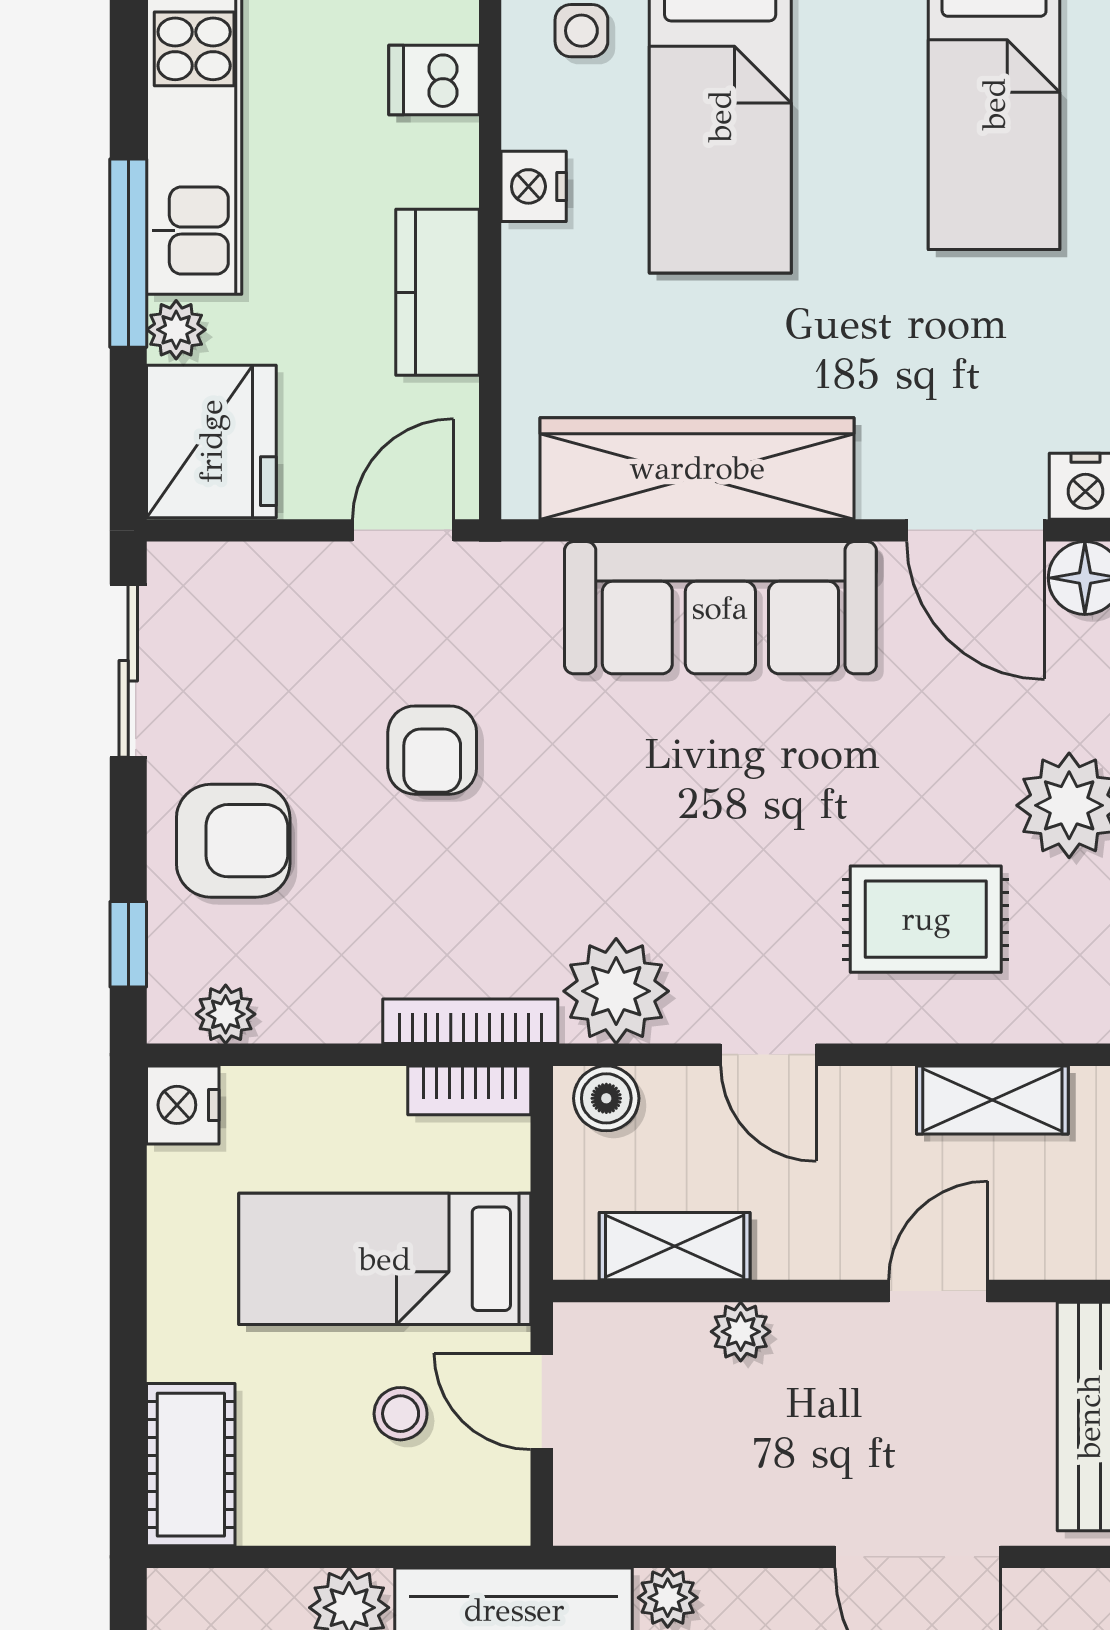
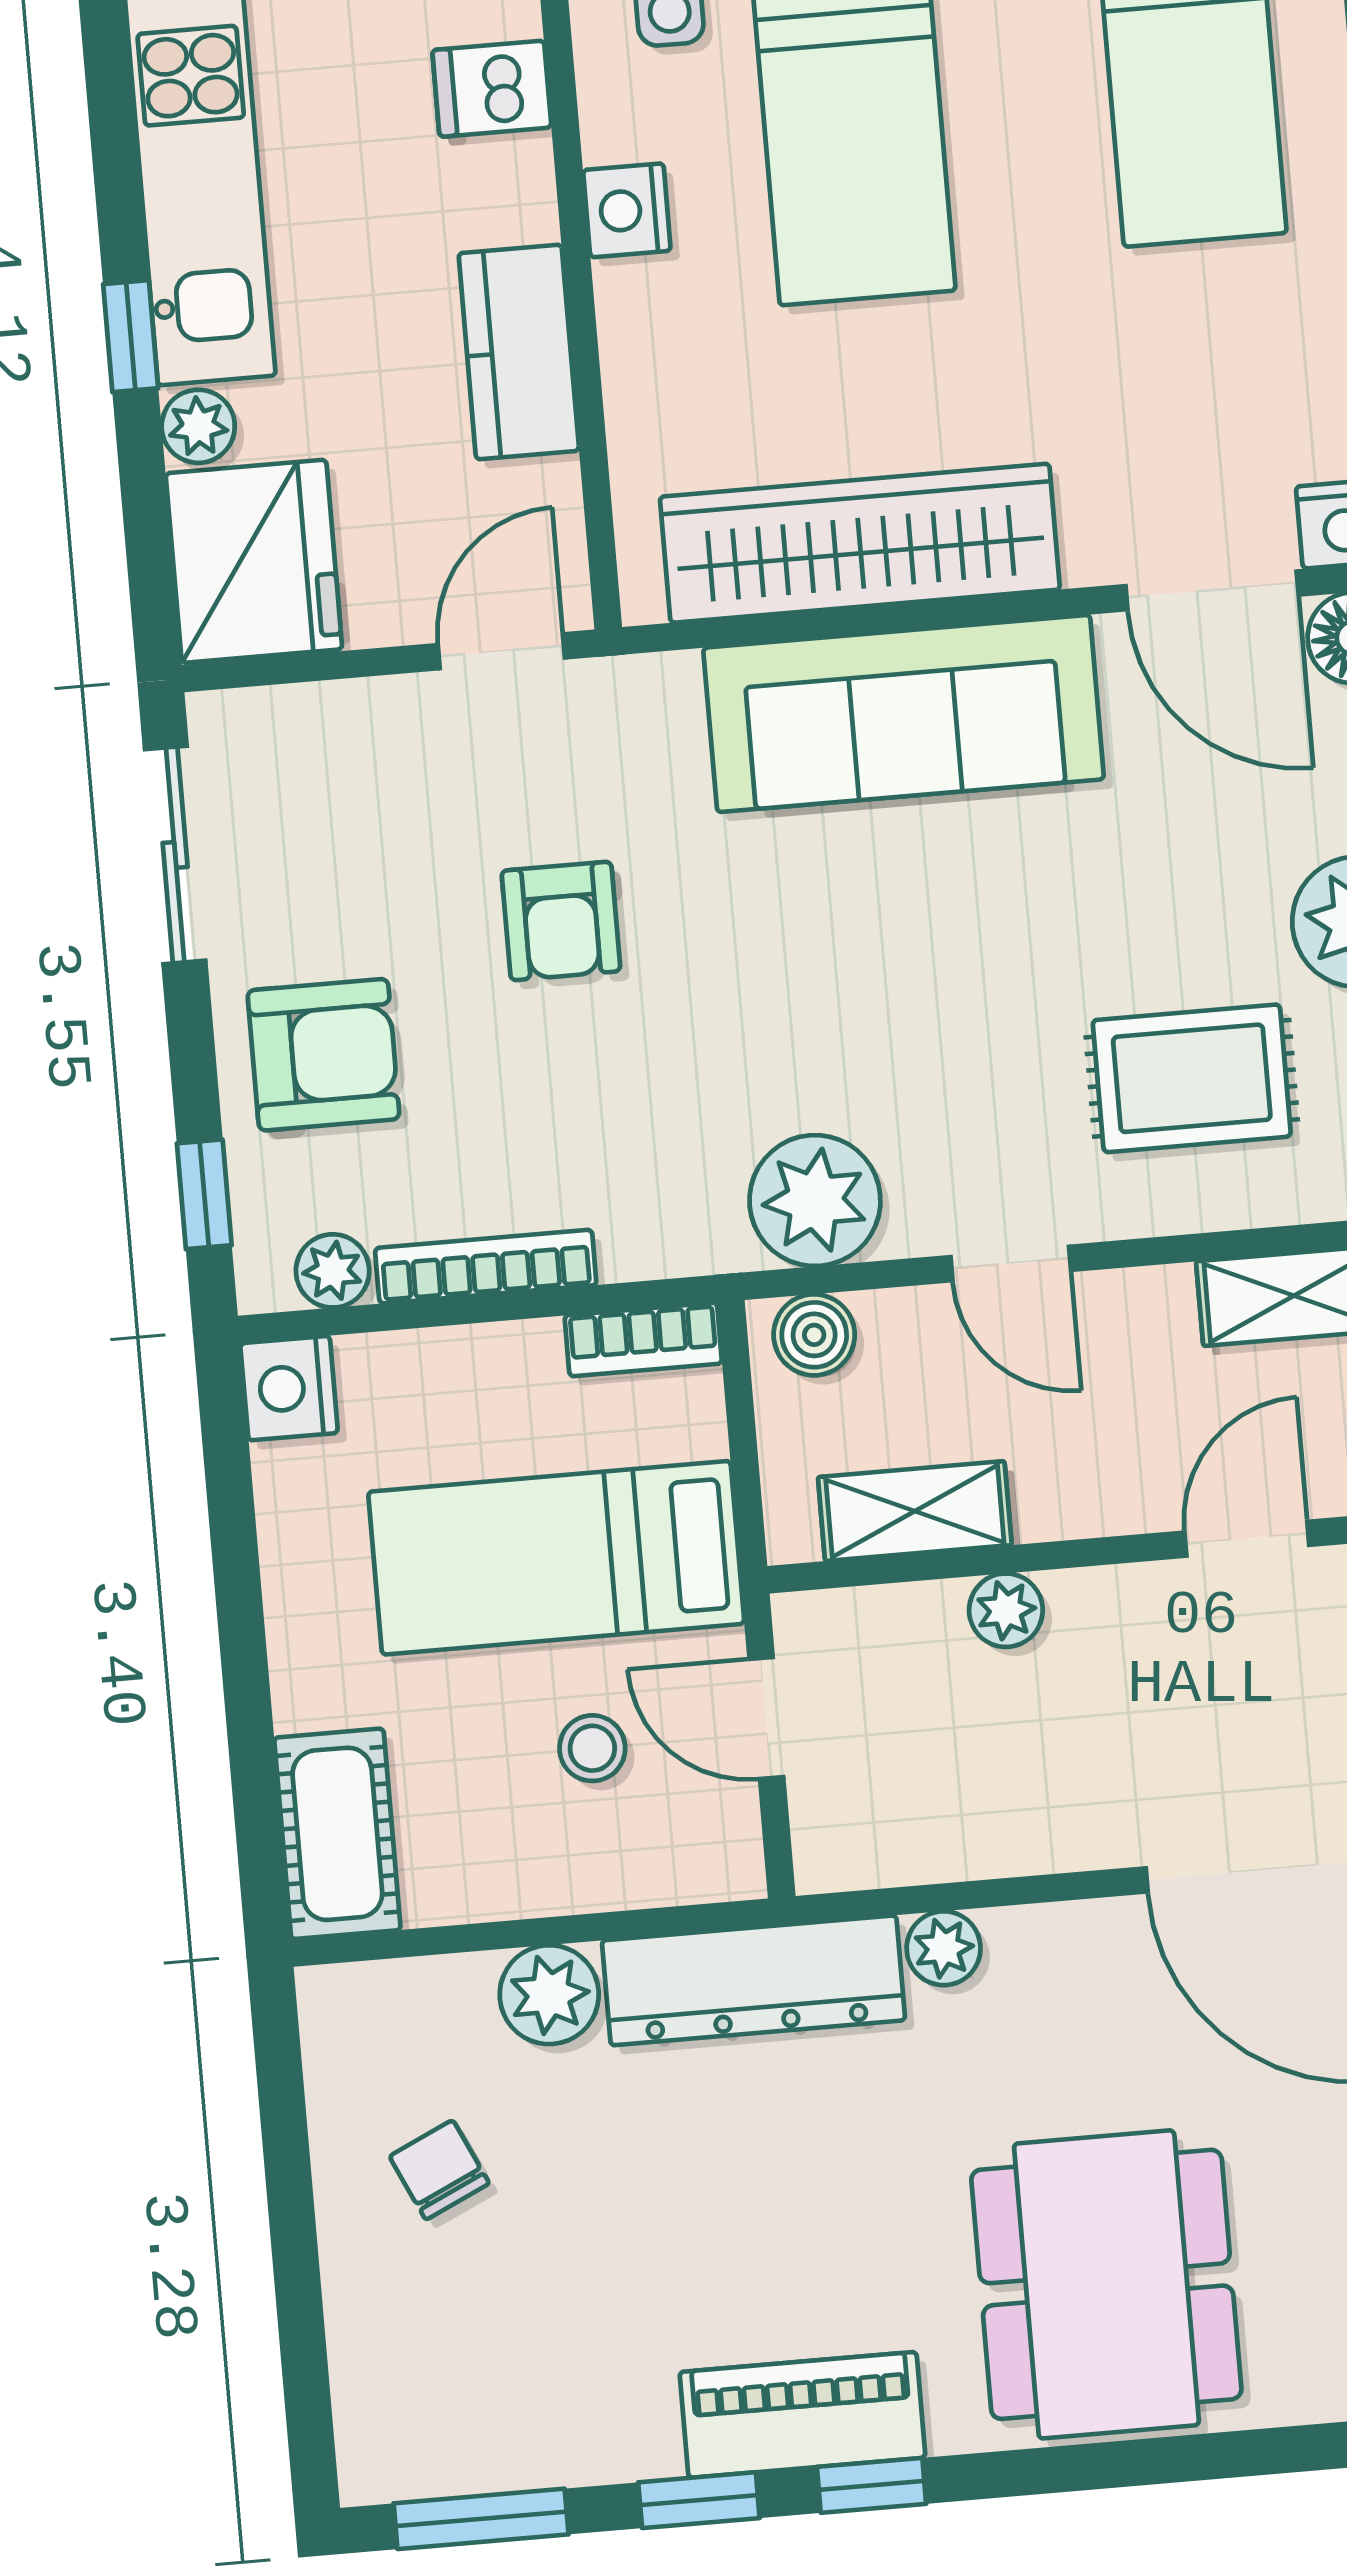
window: (128, 253) -> (131, 336), width x0.46
bookcase: (470, 1021) -> (486, 1267), moved

